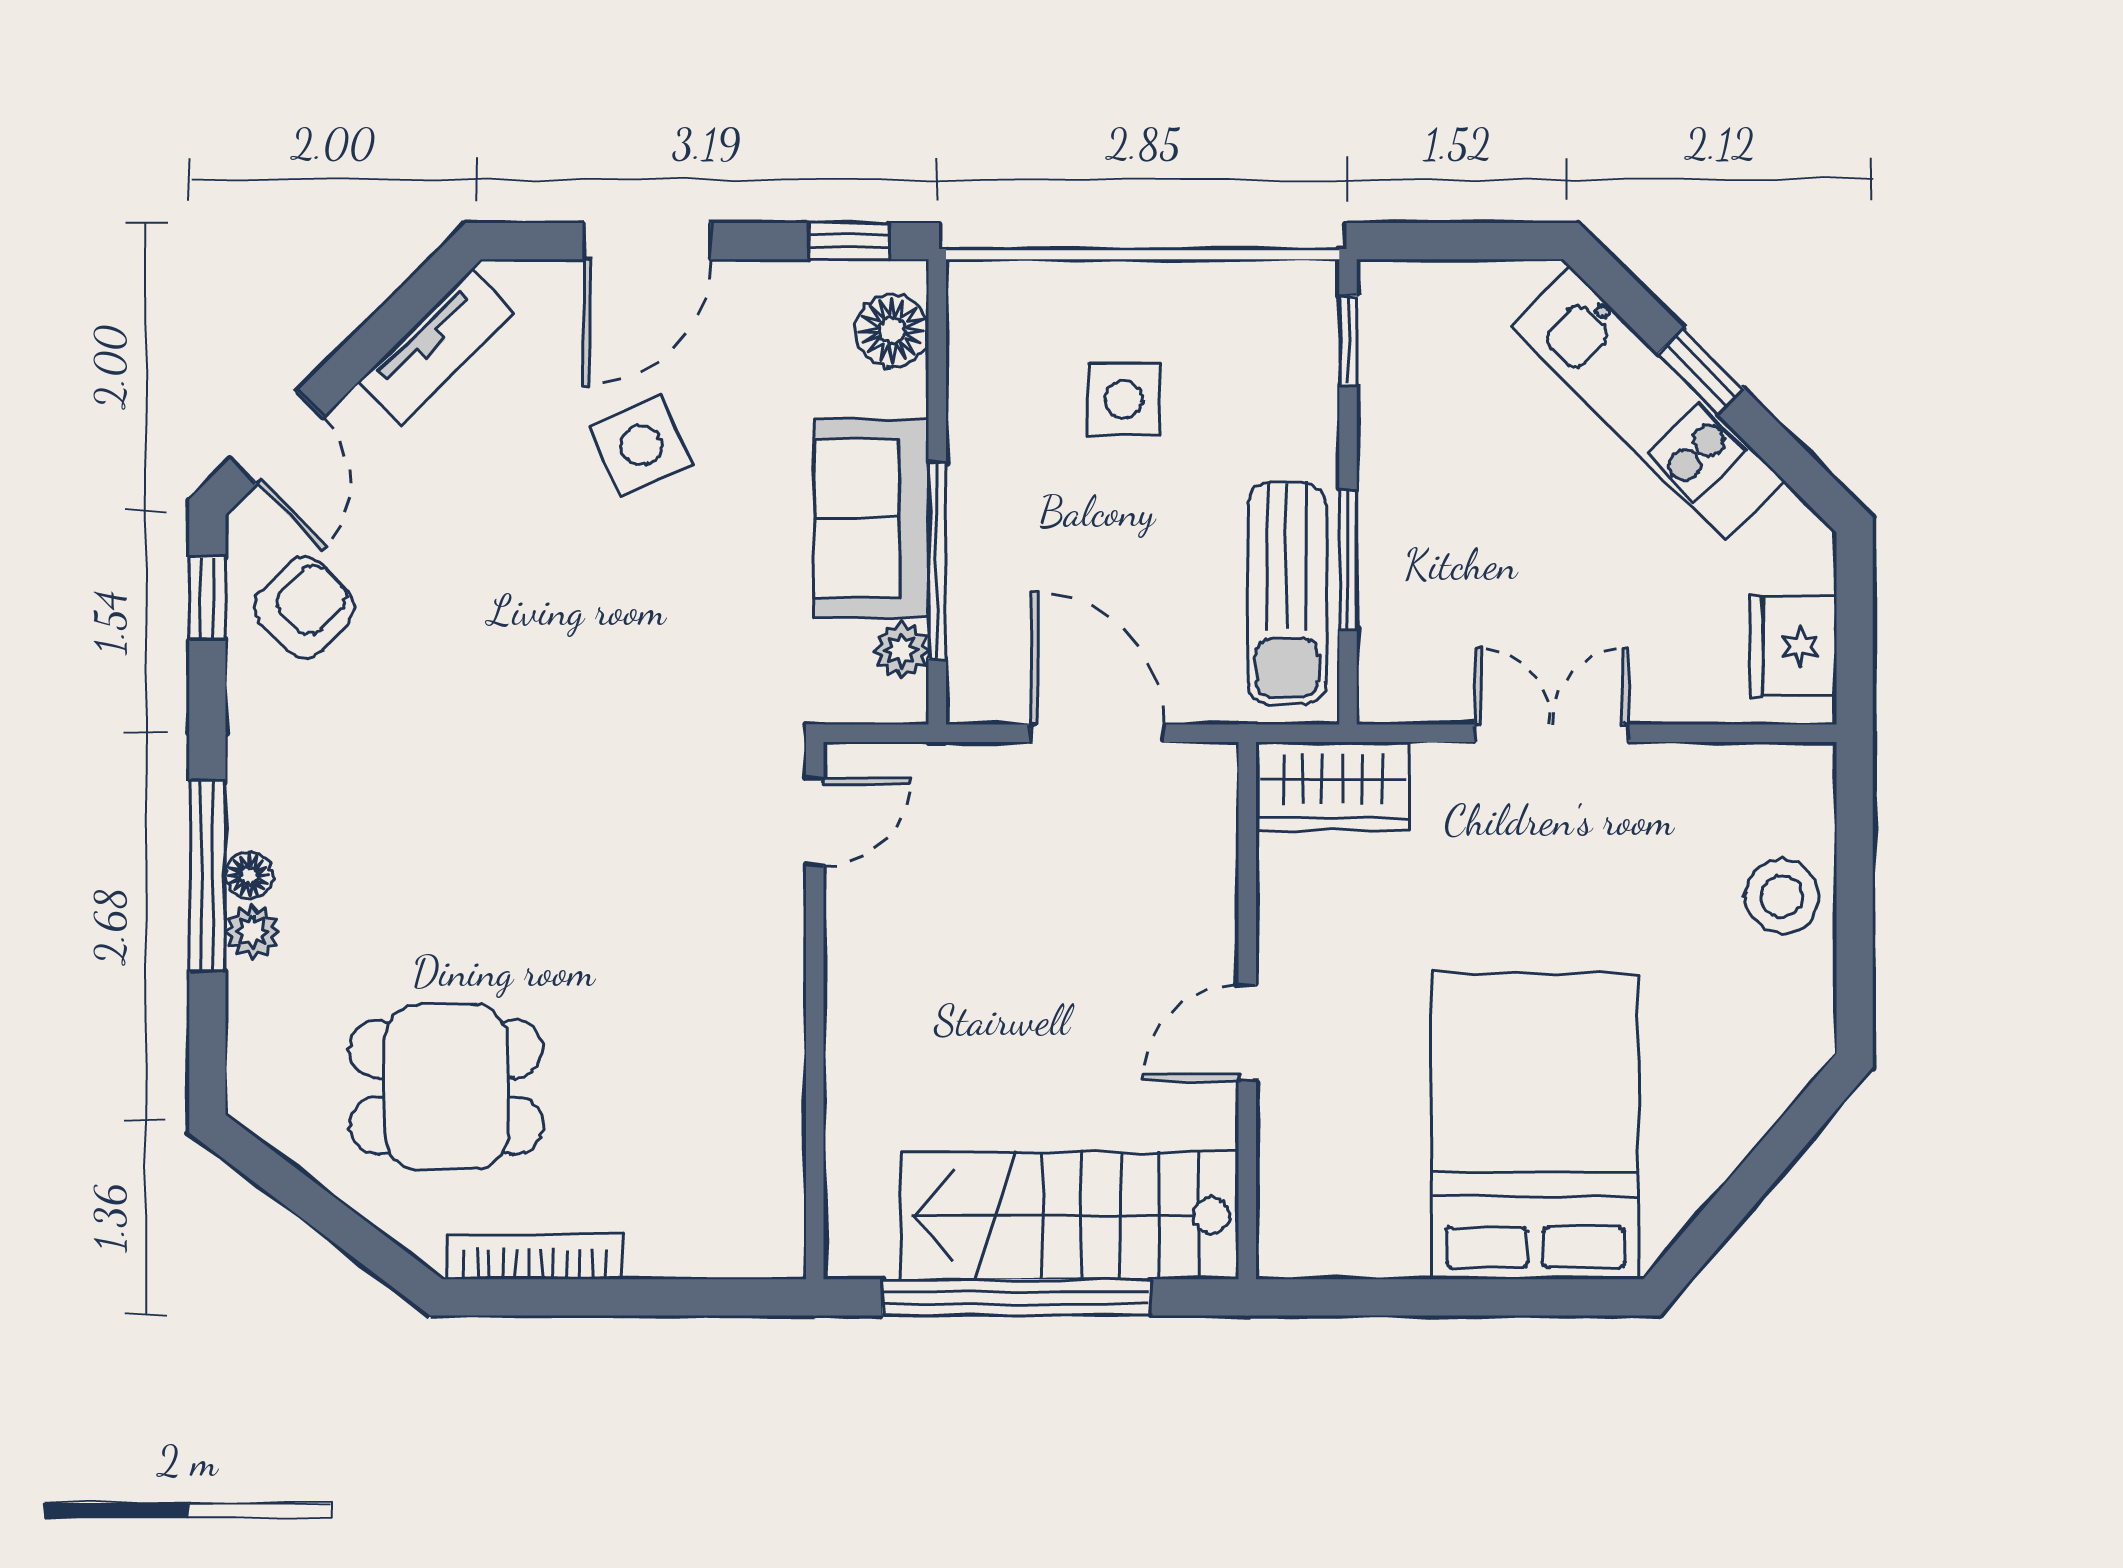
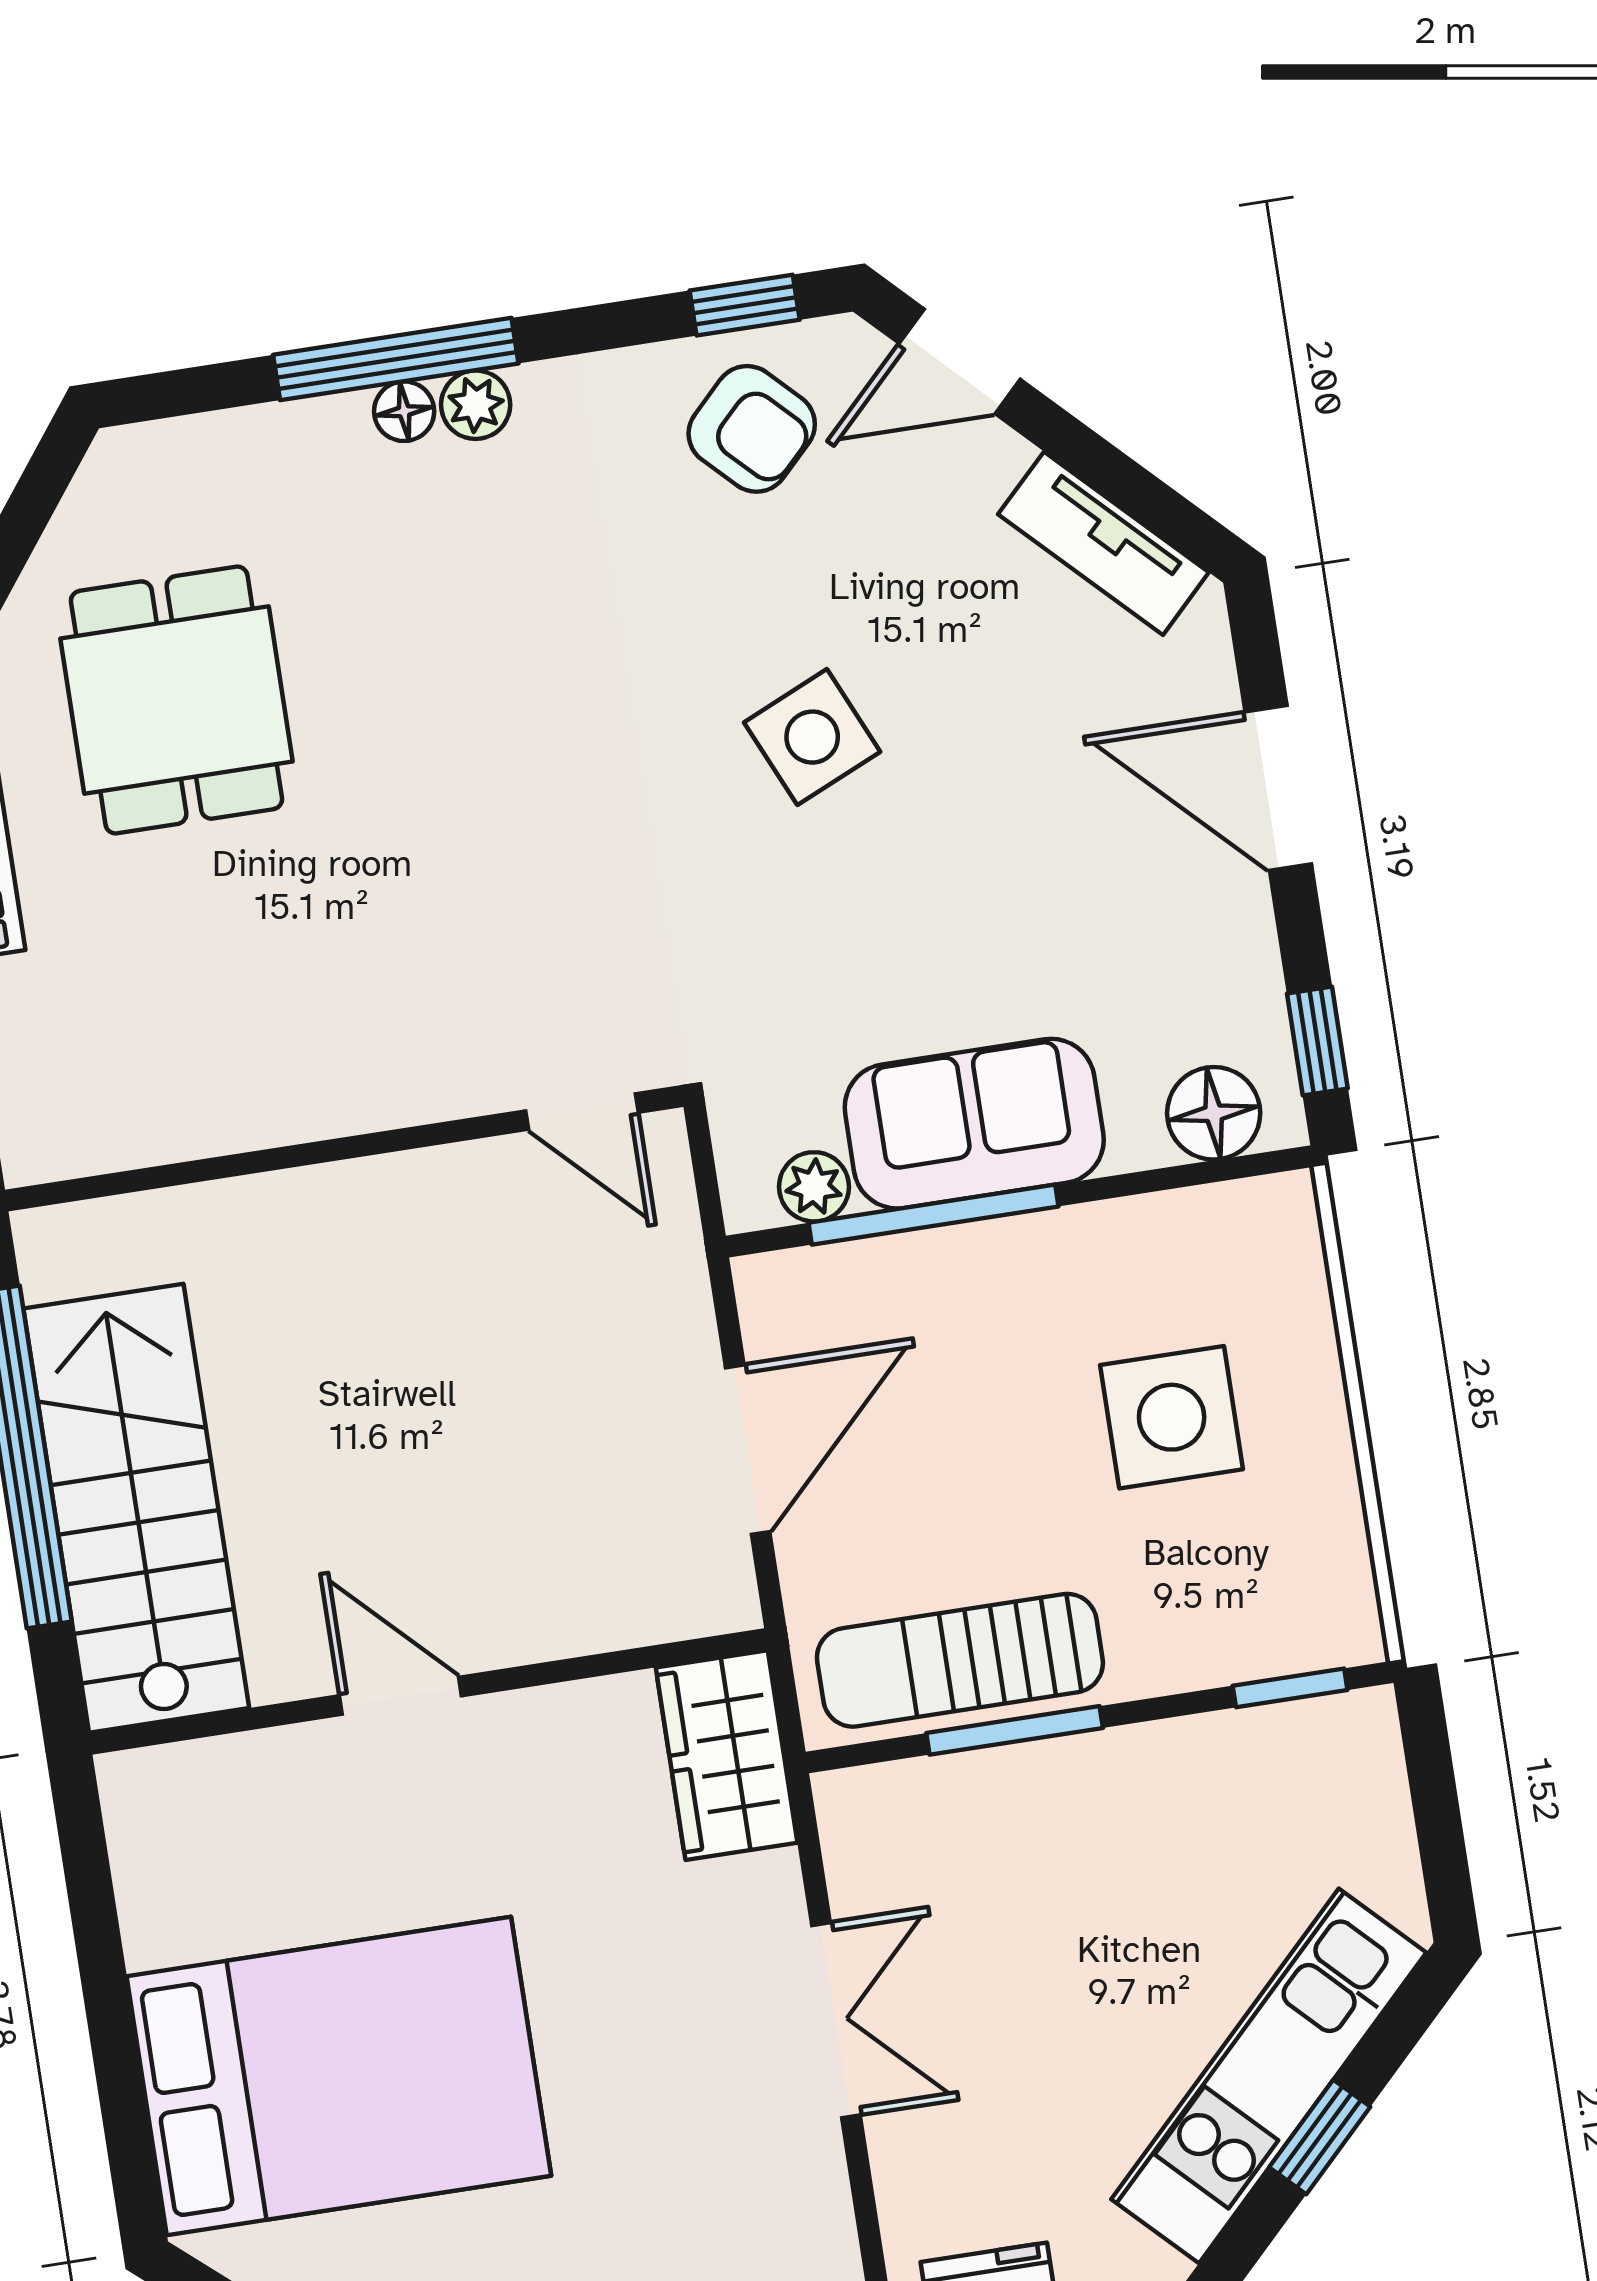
side table: (1123, 400) -> (1172, 1417), width x1.37, depth x1.37
side table: (641, 445) -> (812, 737), moved
plant: (252, 932) -> (476, 405), moved

